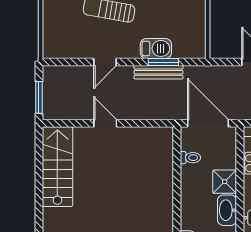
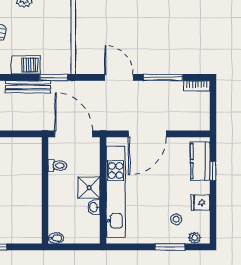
window: (163, 62) -> (54, 77), moved
washbasin: (227, 210) -> (94, 207), width x0.52, depth x0.69

